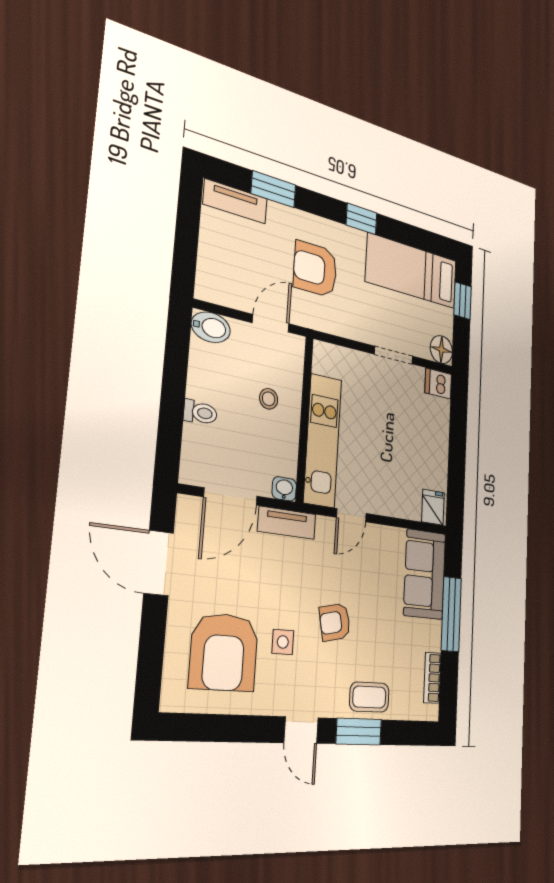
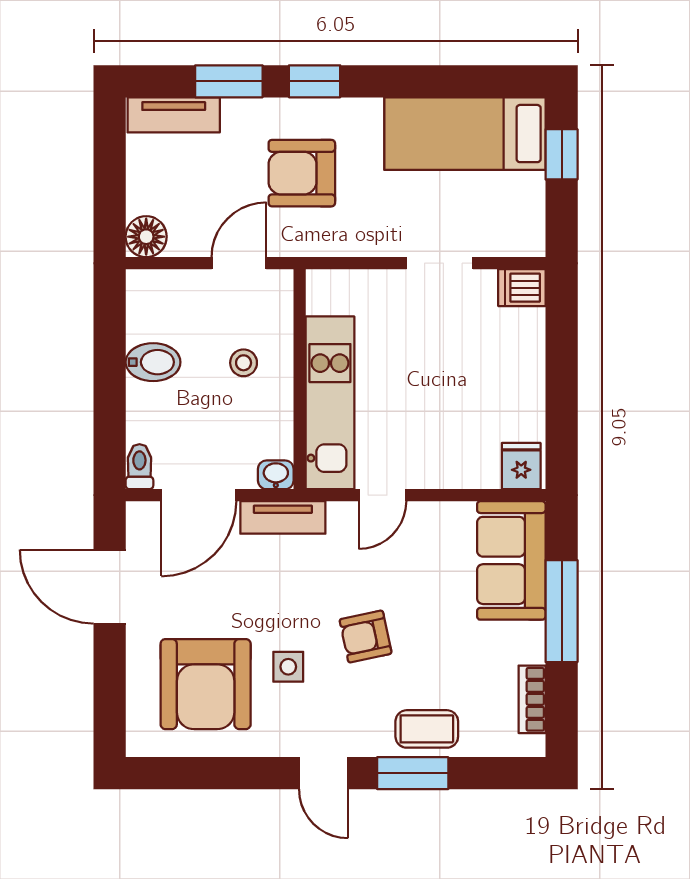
window: (361, 219) -> (315, 81), moved
bidet: (211, 327) -> (153, 362), moved
floor lamp: (441, 350) -> (146, 237), moved
toilet: (200, 412) -> (139, 467), moved, turned -90

